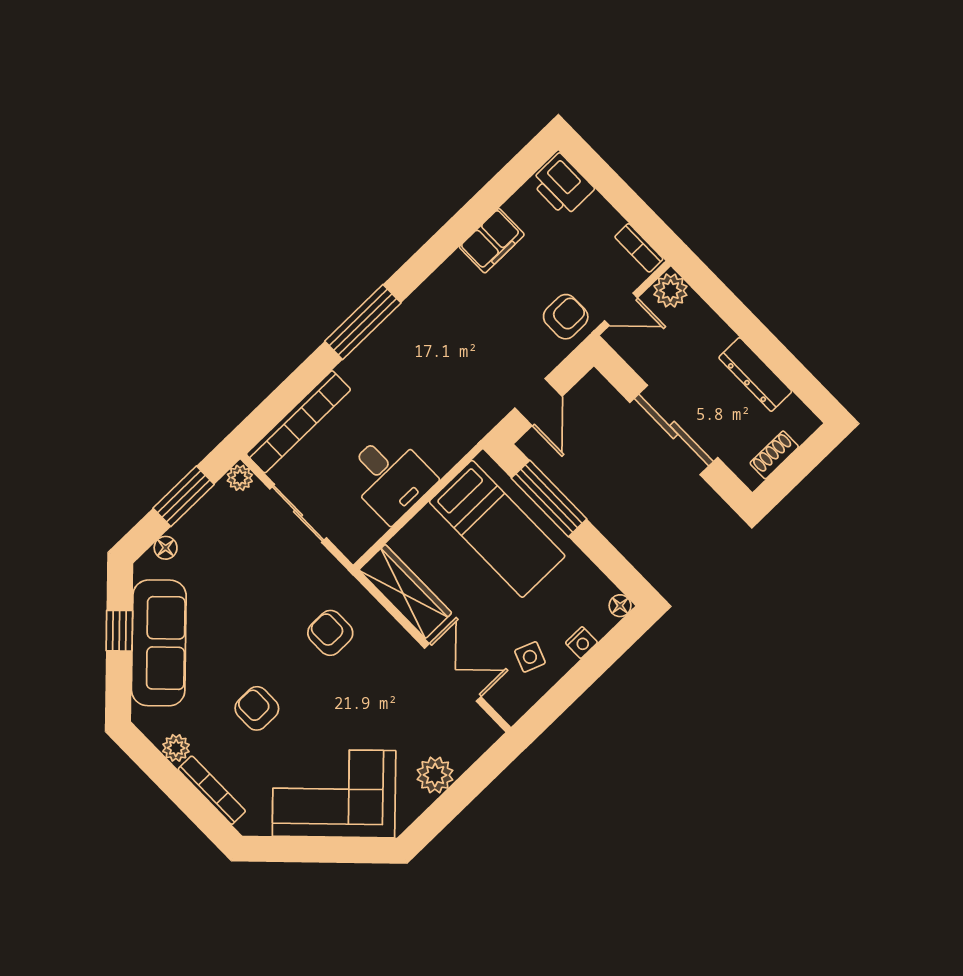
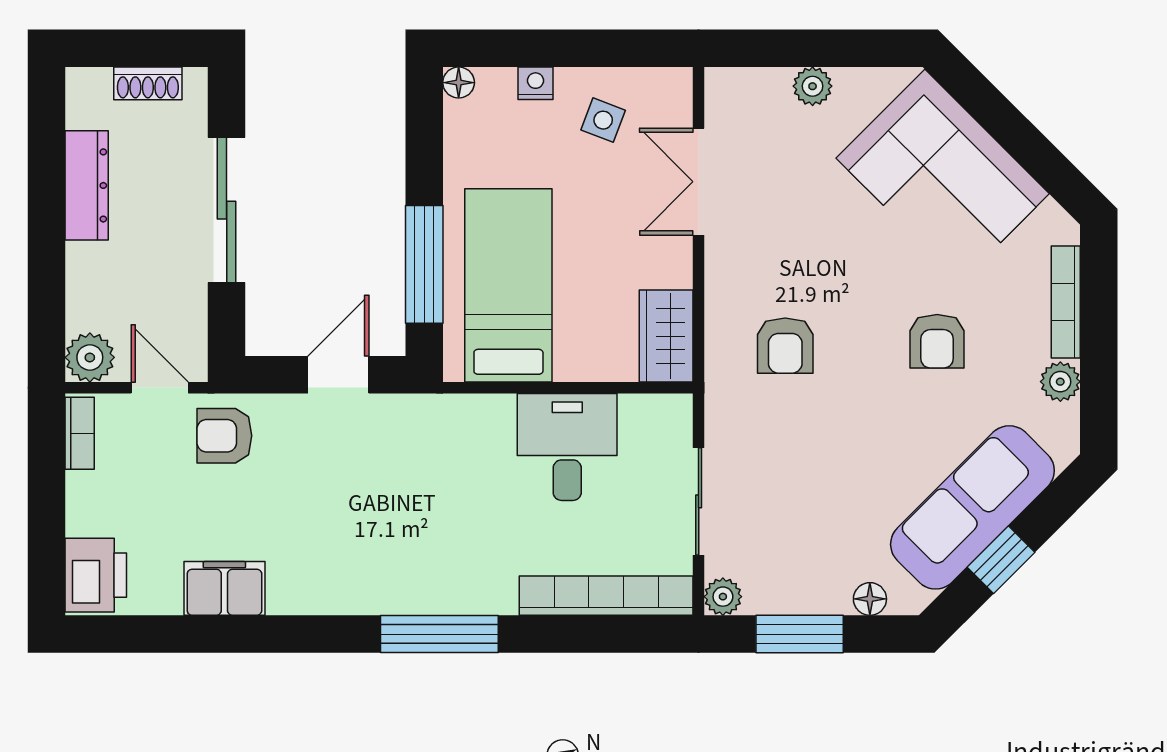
wardrobe: (405, 591) -> (666, 336), width x0.67
plant: (435, 775) -> (813, 86), width x0.73, depth x0.73

